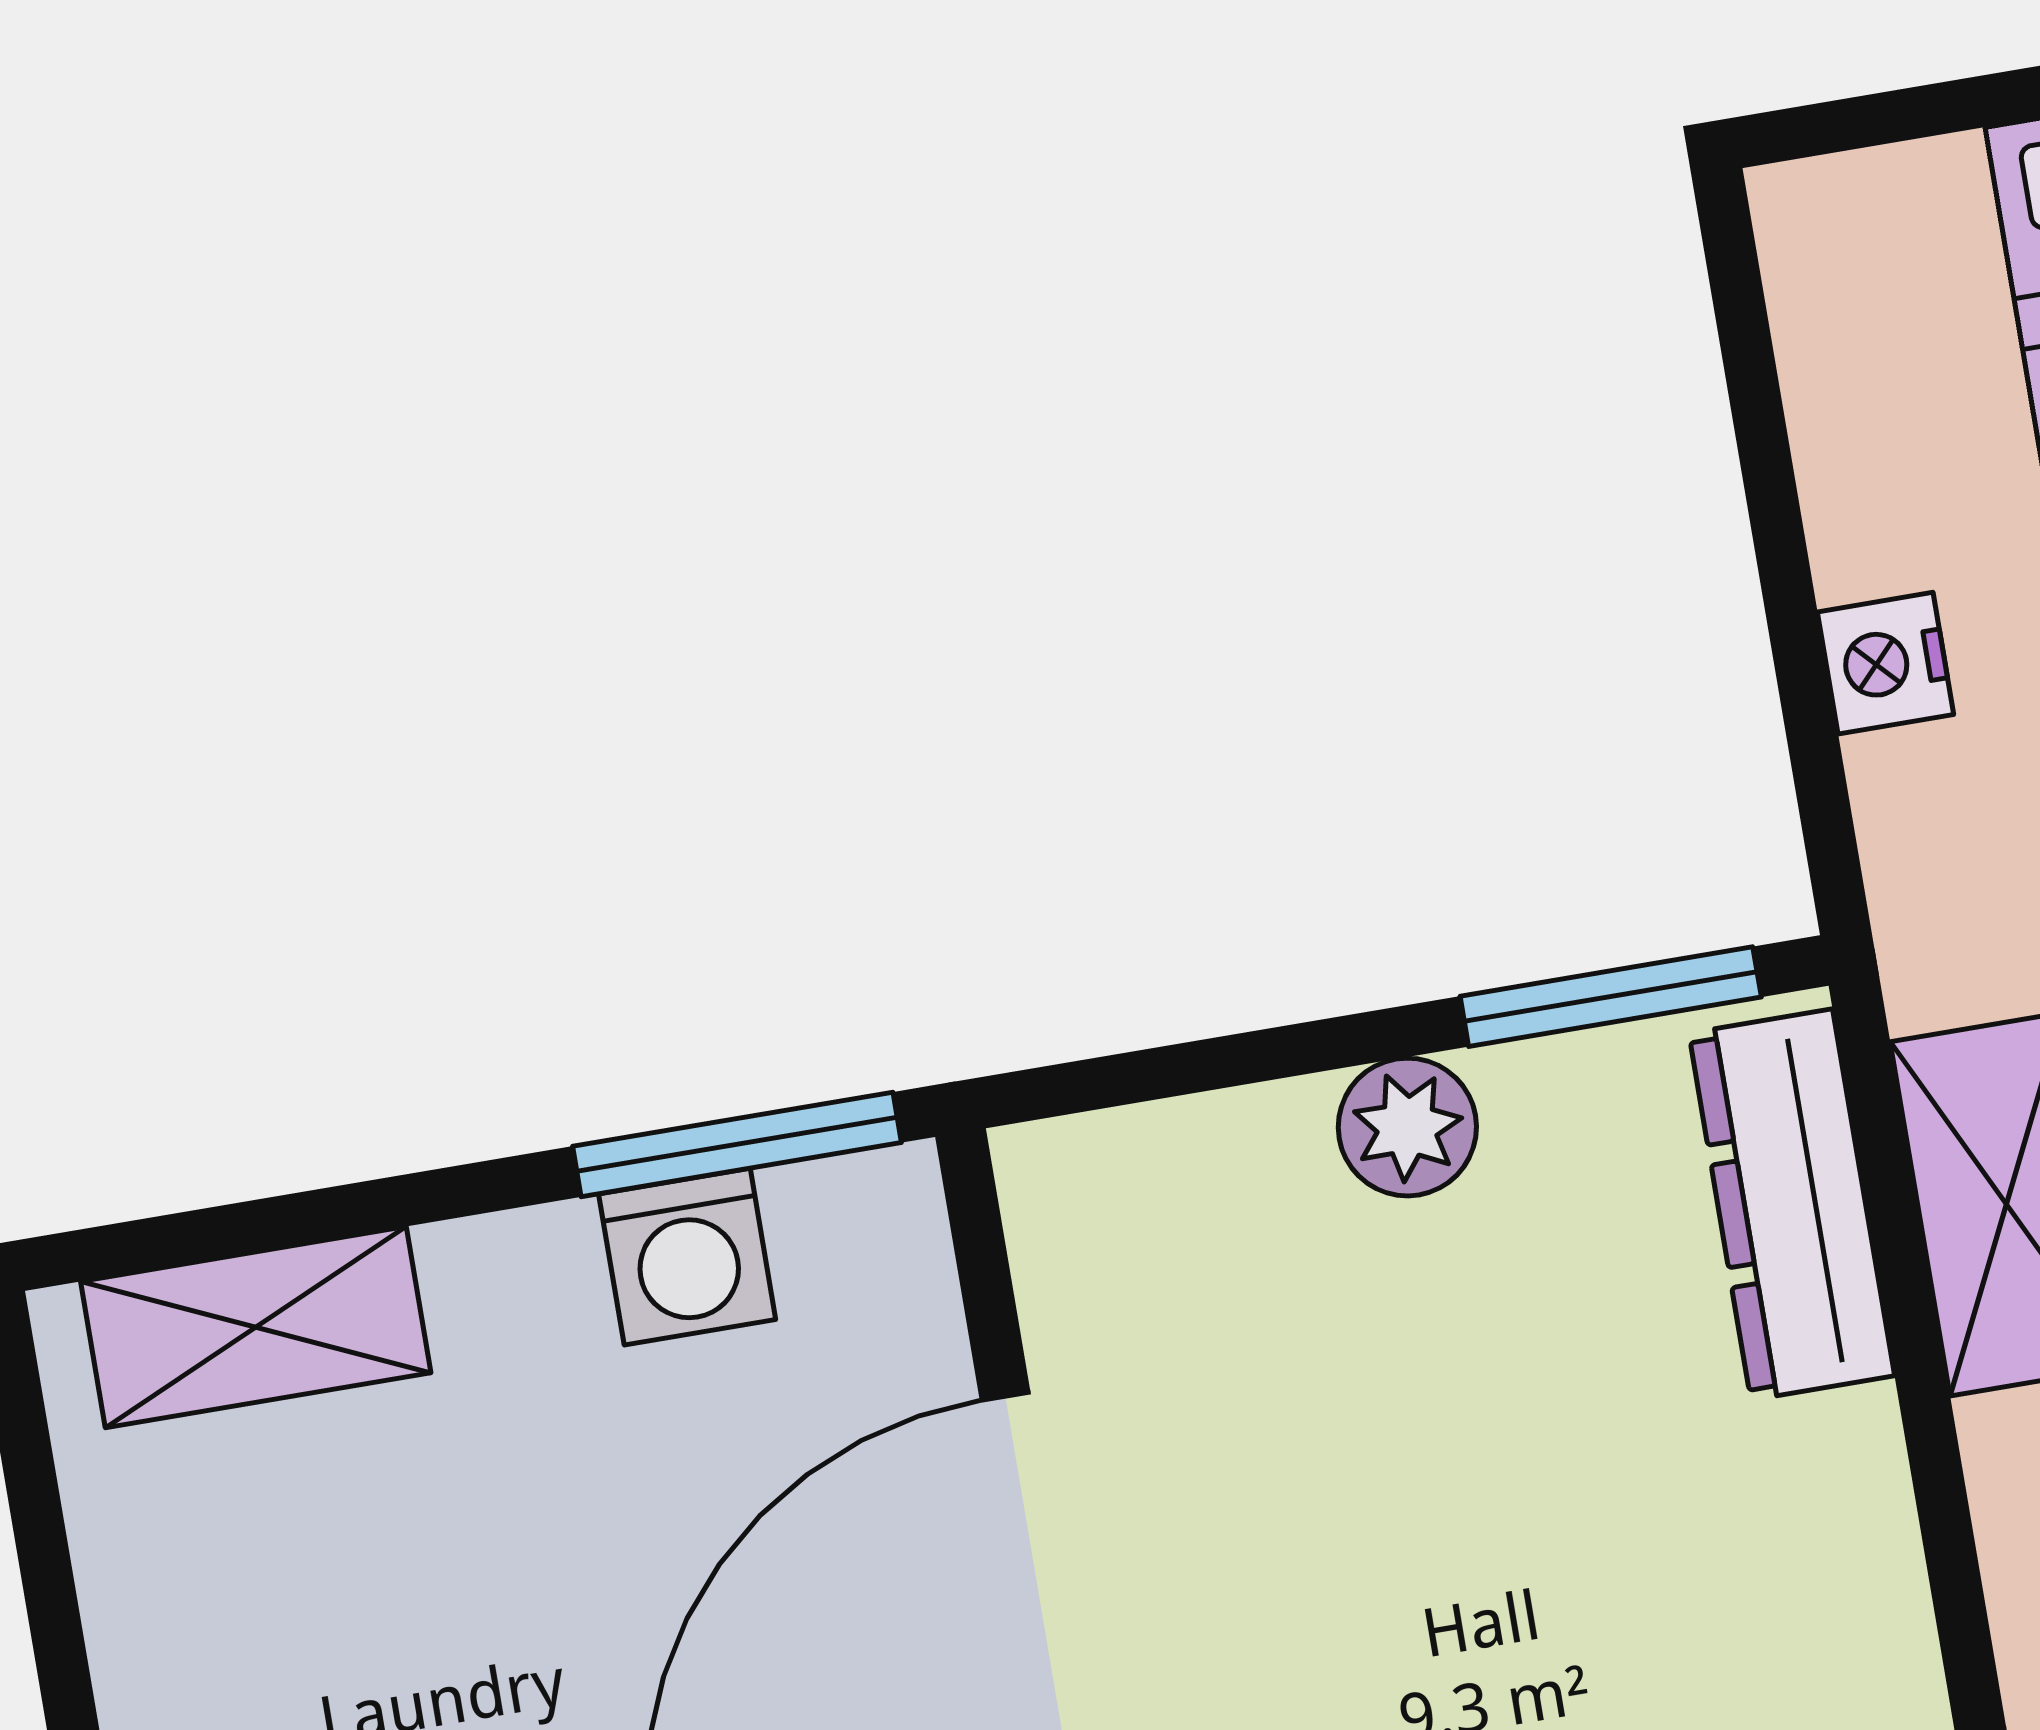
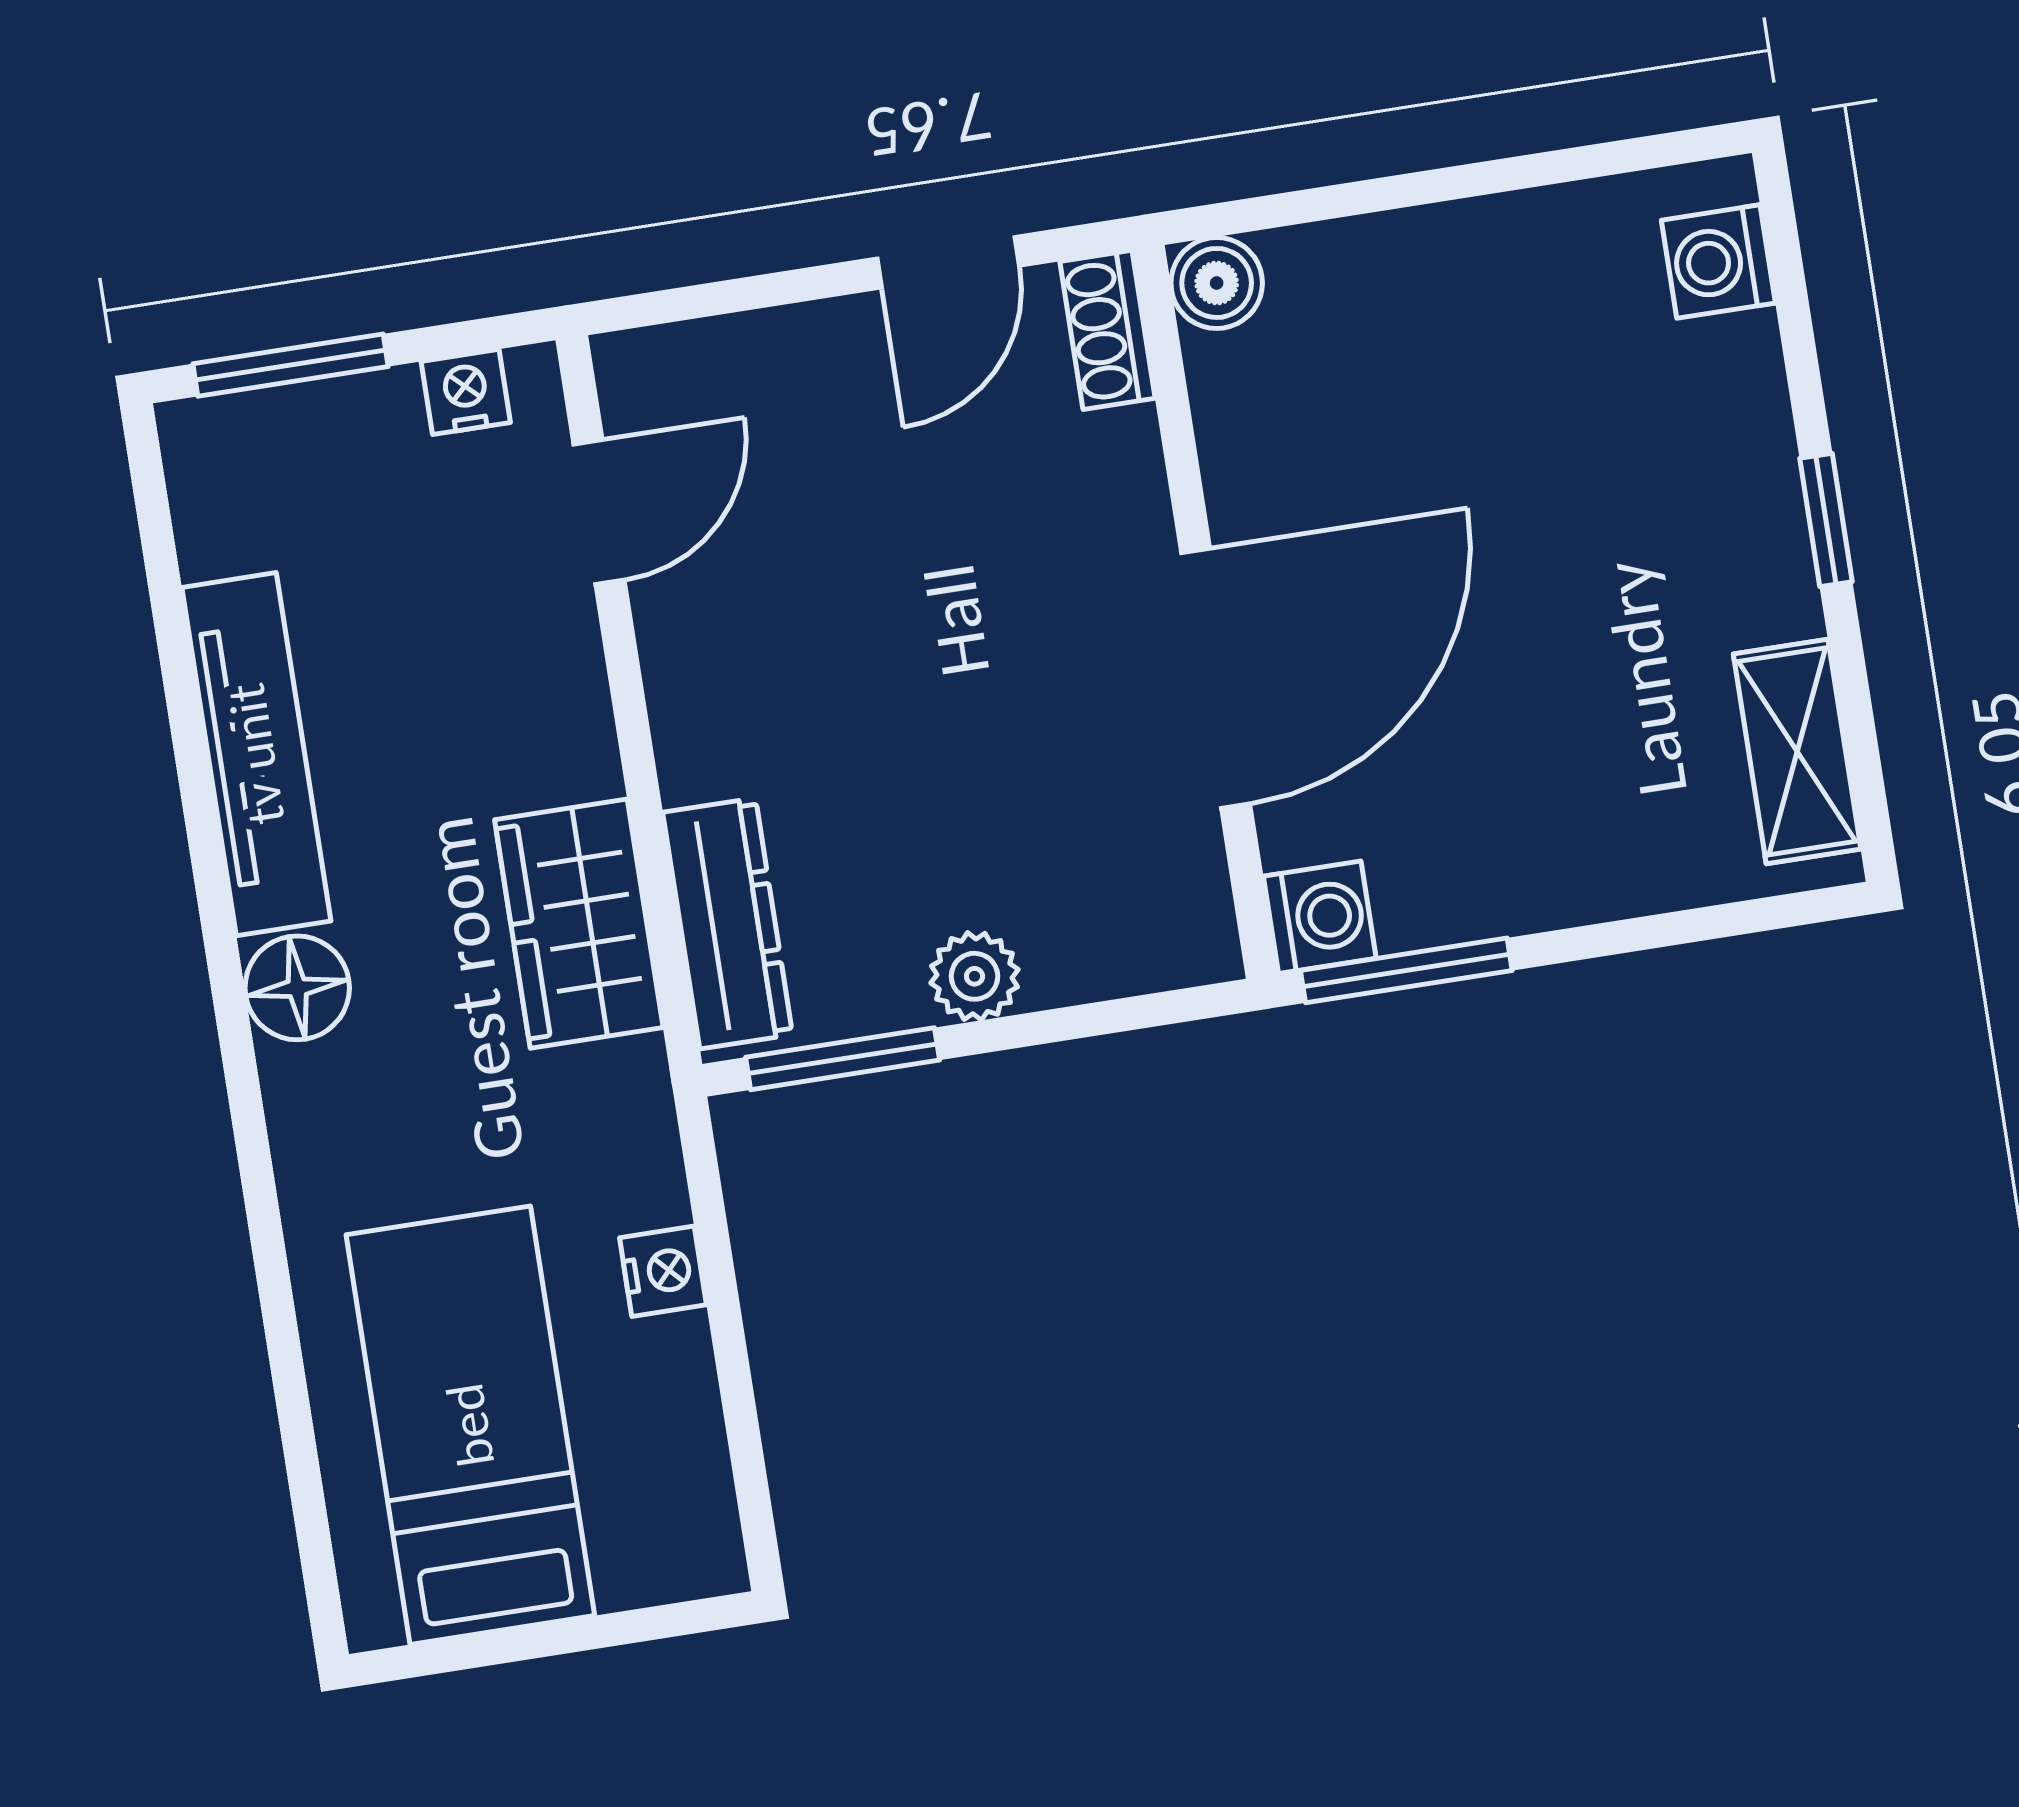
washing machine: (687, 1257) -> (1320, 917), moved, turned 90
shelving: (256, 1327) -> (1797, 751), moved, turned 90

